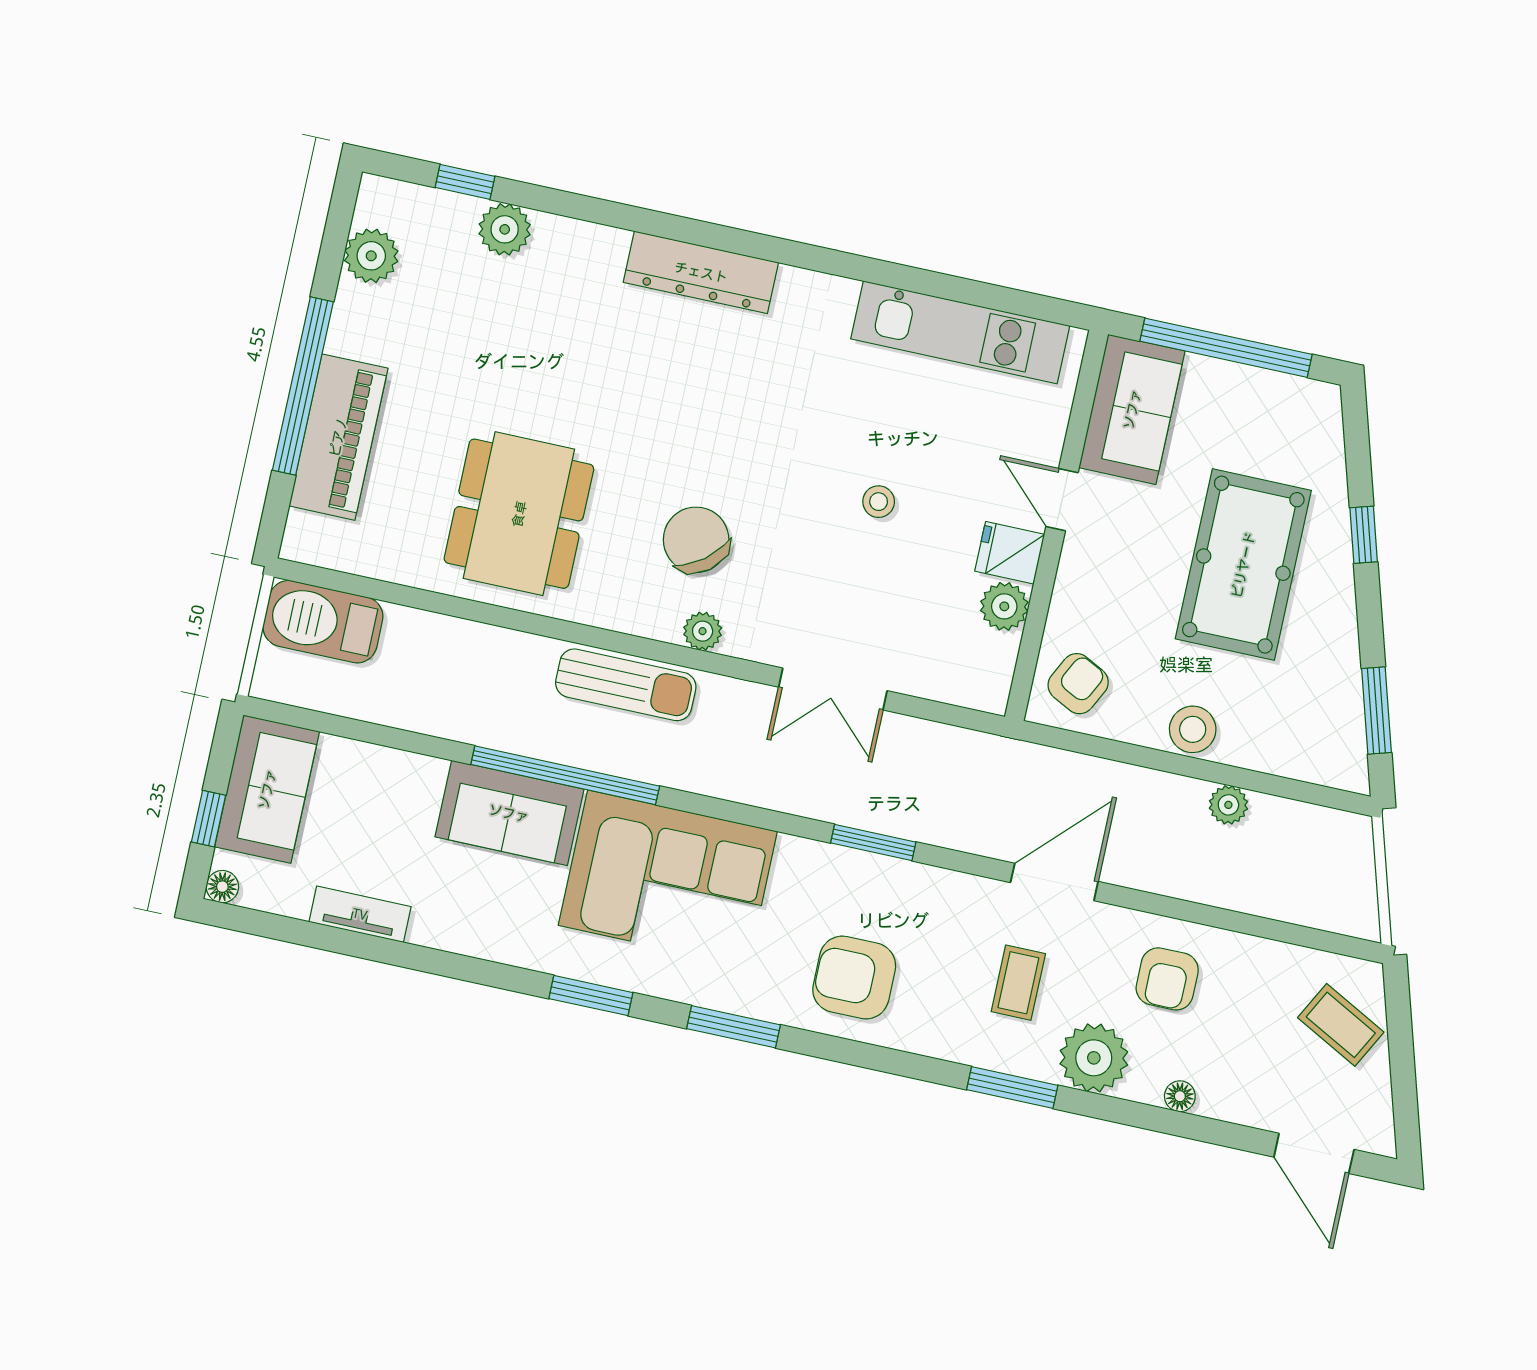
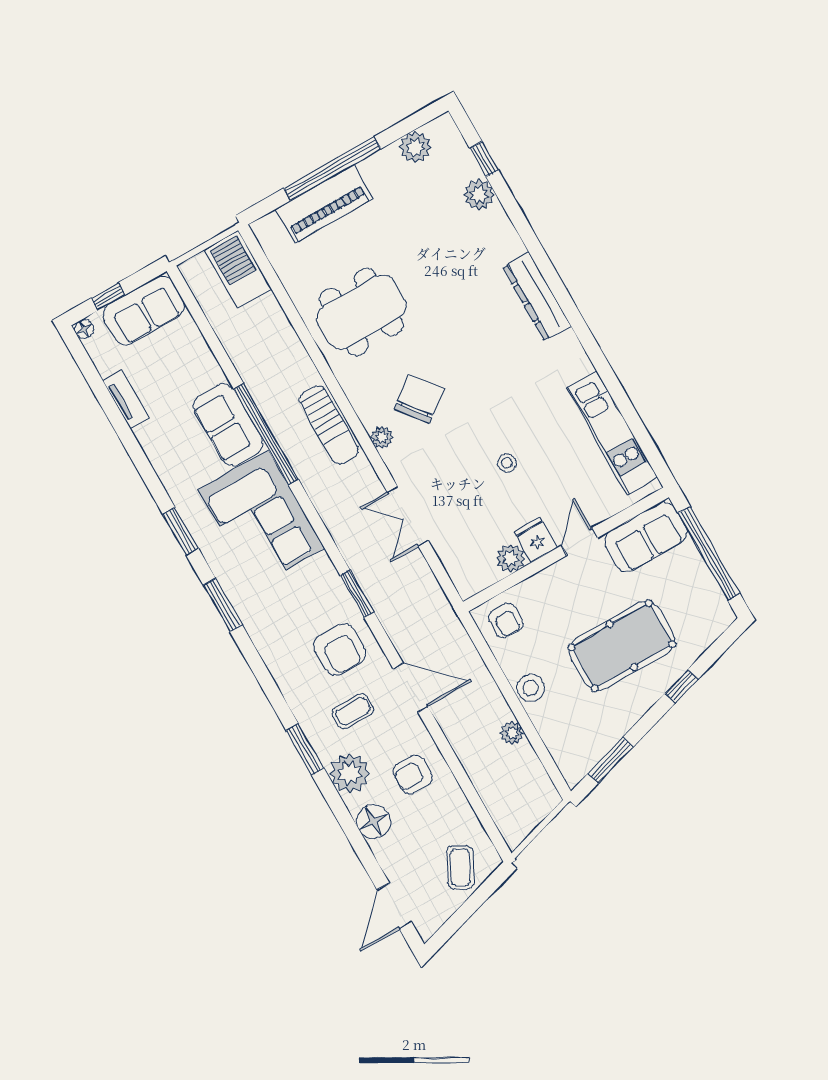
armchair: (1078, 684) -> (506, 621), turned 63
armchair: (854, 977) -> (340, 650), moved, turned 180
floor lamp: (1180, 1096) -> (374, 822), width x1.89, depth x1.89

